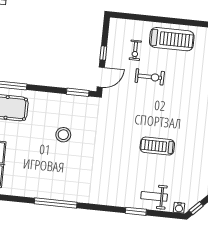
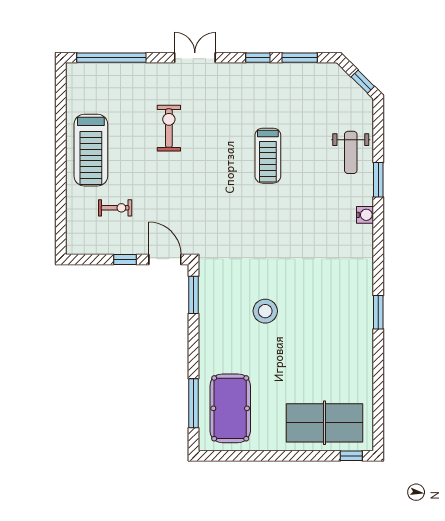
treadmill: (172, 39) -> (91, 150), turned 180
exercise bike: (150, 77) -> (169, 128), moved
window: (56, 203) -> (378, 312), width x0.47
water cooler: (179, 208) -> (365, 215), moved

